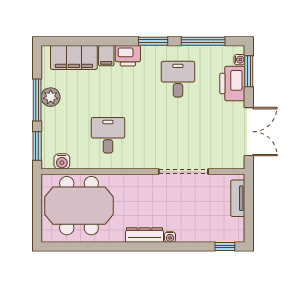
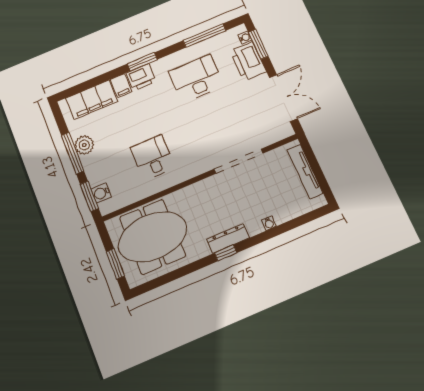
window: (153, 41) -> (142, 62), moved
desk: (178, 79) -> (196, 79), width x1.37
water cooler: (62, 161) -> (101, 193), moved, turned 90
tv unit: (238, 198) -> (305, 171), width x1.41
window: (37, 215) -> (115, 264), added
water cooler: (170, 237) -> (269, 223), moved
window: (225, 246) -> (226, 253), moved

